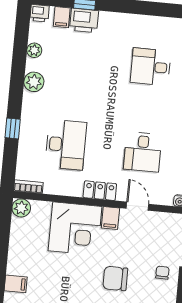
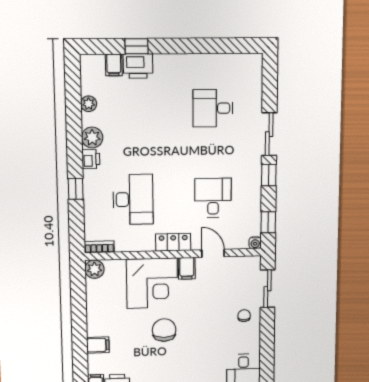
printer: (39, 13) -> (91, 159), moved, turned -90
desk: (143, 152) -> (213, 198), turned 180
chair: (115, 278) -> (164, 330), moved, turned 90

